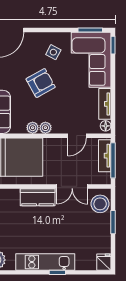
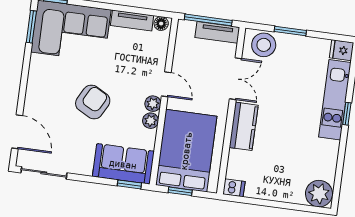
side table: (53, 52) -> (54, 80), removed
armchair: (41, 83) -> (93, 102), turned 57
door: (77, 136) -> (166, 84), moved
tv unit: (105, 156) -> (217, 32), moved
kitchen unit: (45, 262) -> (335, 100), moved

